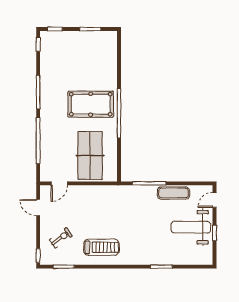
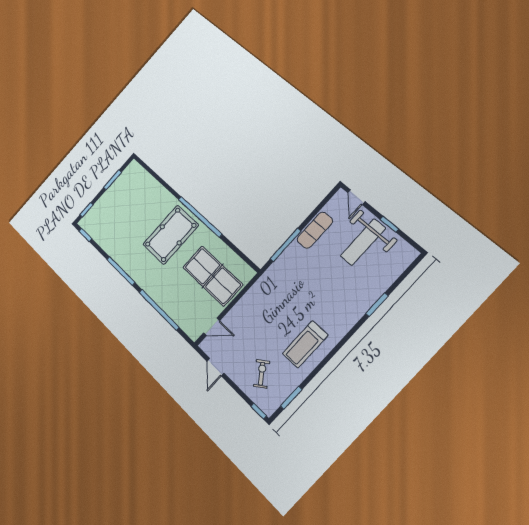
door: (59, 183) -> (212, 327), hinge flipped
door: (38, 208) -> (215, 367), hinge flipped
treadmill: (101, 247) -> (305, 344), turned 180

